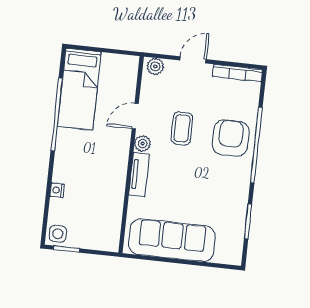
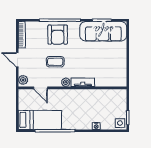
door: (135, 116) -> (41, 88), moved
armchair: (231, 138) -> (58, 35), turned -90
sofa: (172, 240) -> (103, 31), moved, turned -90

